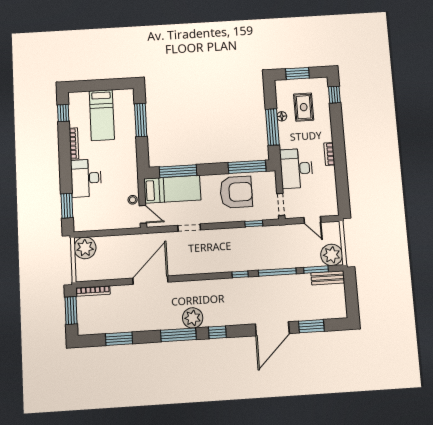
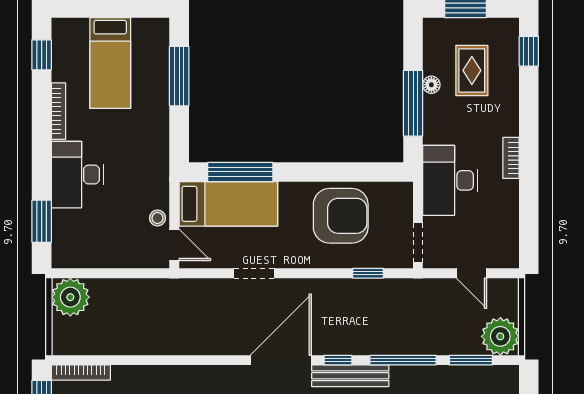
window: (247, 167) -> (363, 172), removed
bench: (328, 278) -> (350, 376), moved, width x1.36
door: (150, 280) -> (281, 360), moved

